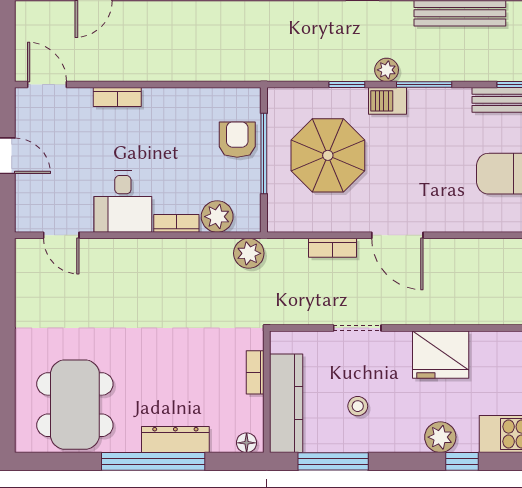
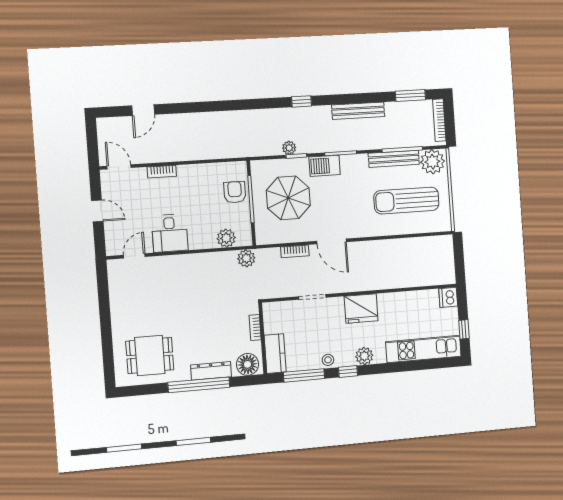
plant: (387, 70) -> (289, 148), moved
barbecue: (387, 101) -> (325, 166), width x1.38, depth x1.27
bookcase: (176, 223) -> (202, 244), removed
door: (61, 235) -> (134, 256), swing flipped
kitchen counter: (286, 403) -> (275, 354), width x0.67
dining table: (75, 405) -> (150, 355), width x0.73
stool: (358, 406) -> (328, 360), moved
floor lamp: (247, 443) -> (247, 364), width x1.89, depth x1.89
window: (462, 461) -> (348, 371), moved

